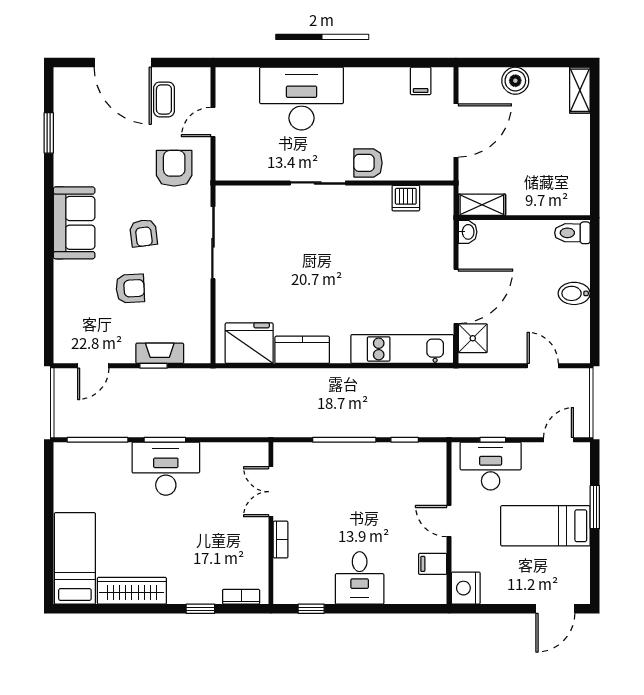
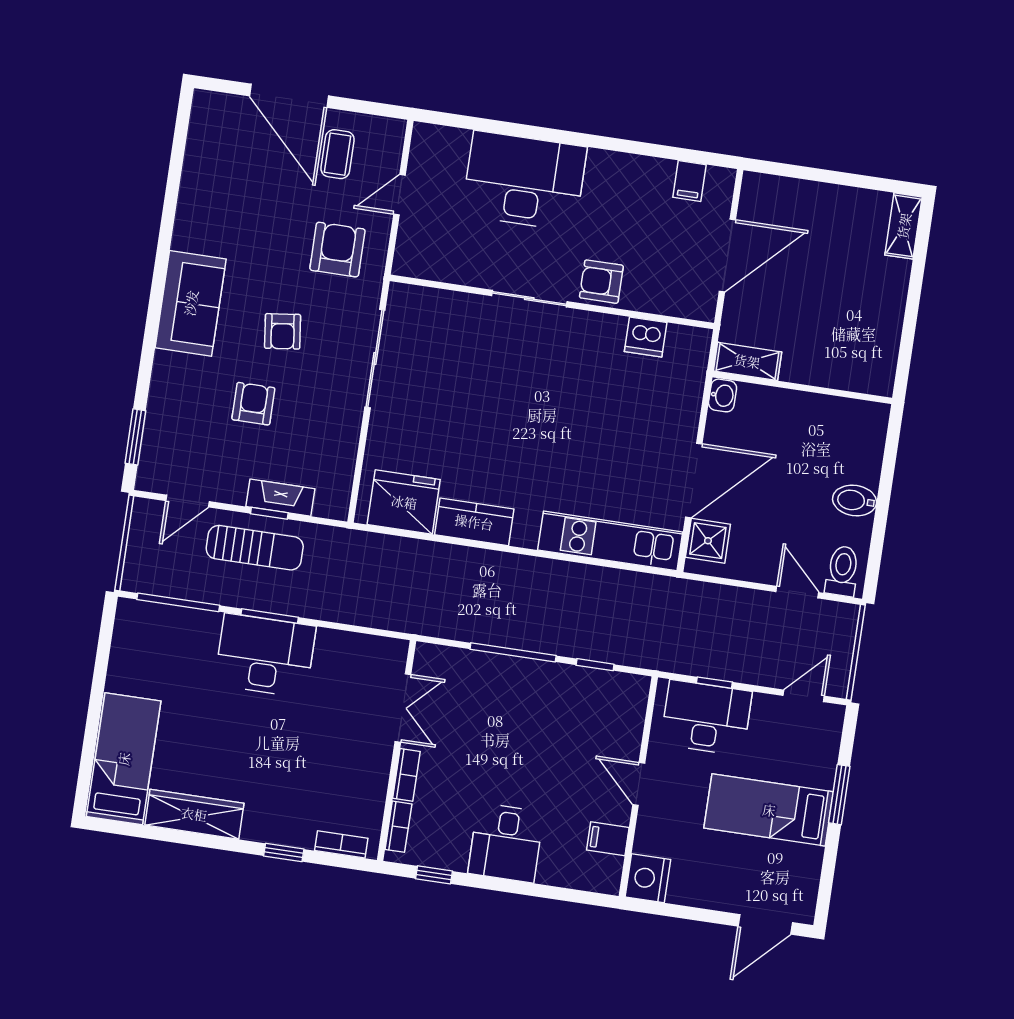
boiler: (515, 81) -> (818, 200), removed
window: (49, 133) -> (135, 437), moved
toilet: (572, 233) -> (842, 571), moved, turned 90
armchair: (130, 288) -> (253, 404), turned -87
sun lounger: (147, 392) -> (255, 548), added
double door: (271, 492) -> (403, 708), swing flipped
bookcase: (280, 578) -> (398, 827), added

